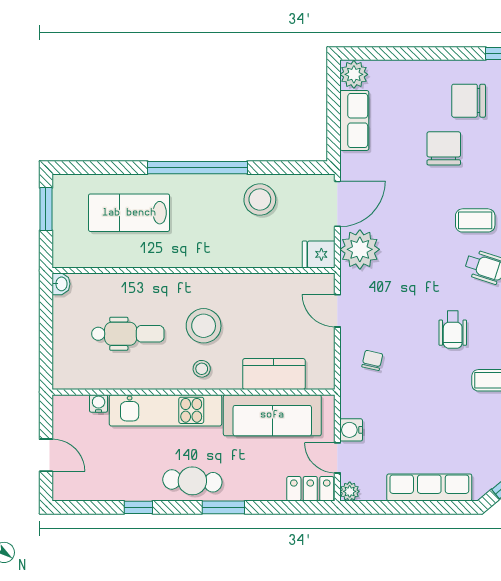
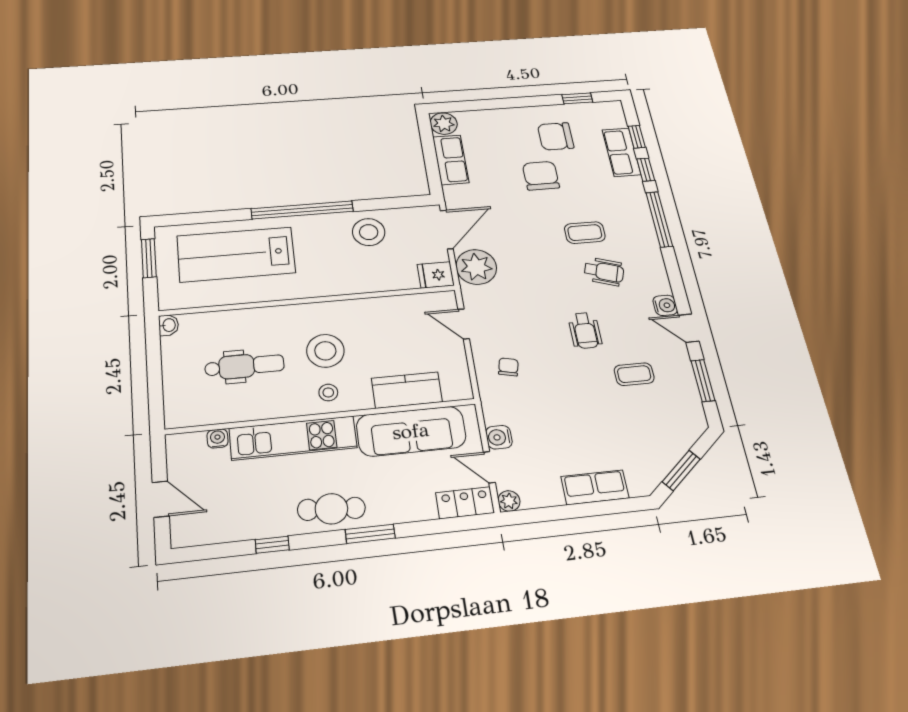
lab bench: (129, 213) -> (236, 254), width x1.36, depth x1.39
row of seats: (429, 487) -> (595, 487), width x0.68

